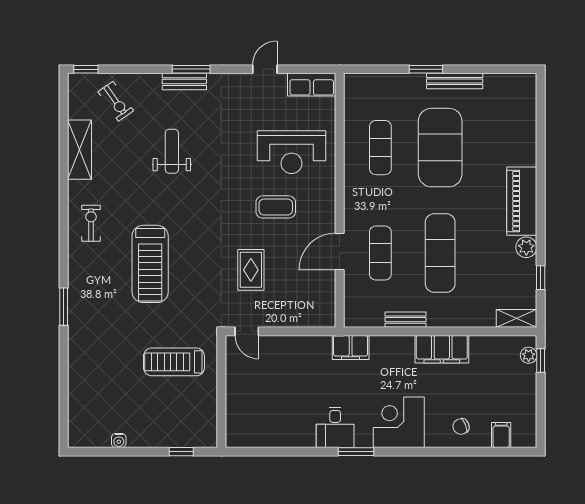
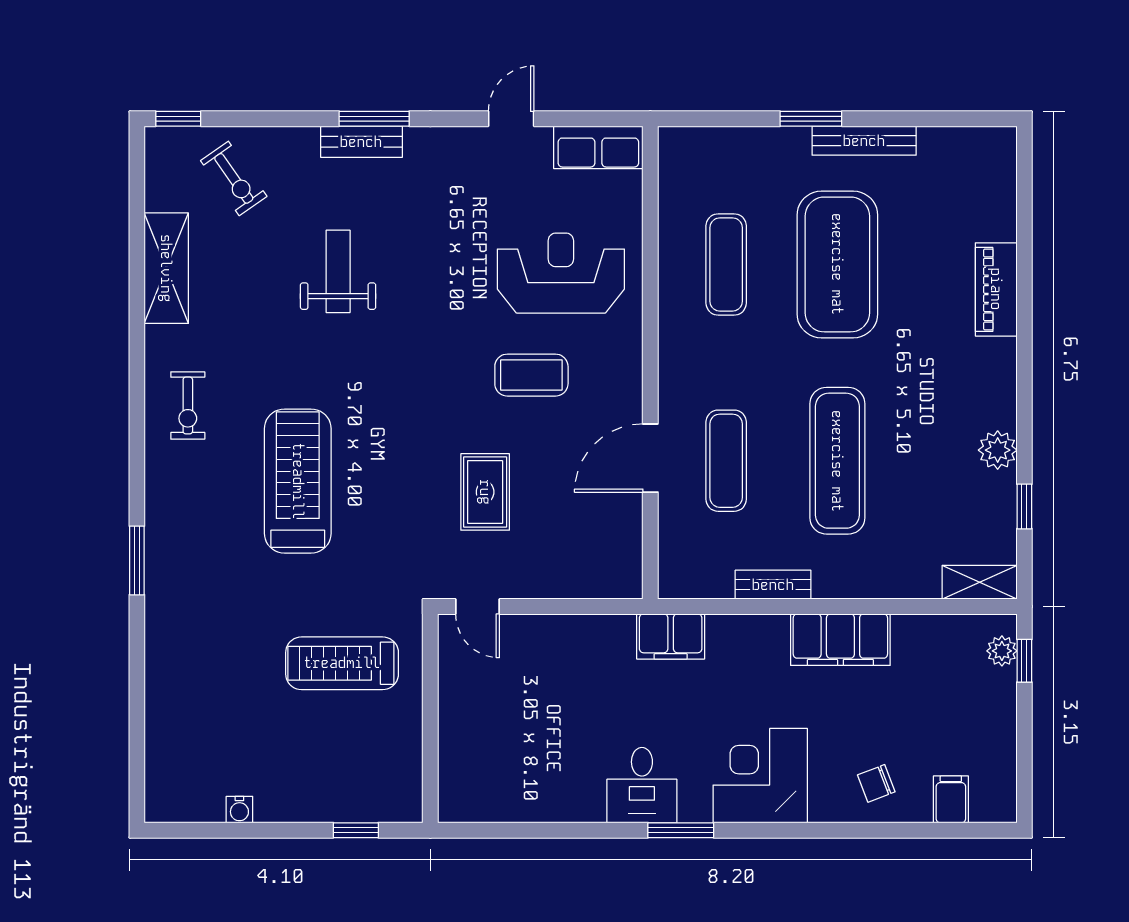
reception desk: (292, 152) -> (561, 273), turned 180
piano: (522, 201) -> (996, 289), moved, width x0.73, depth x0.75
exercise bike: (91, 223) -> (188, 406), turned 180
treadmill: (150, 264) -> (298, 481), turned 180

